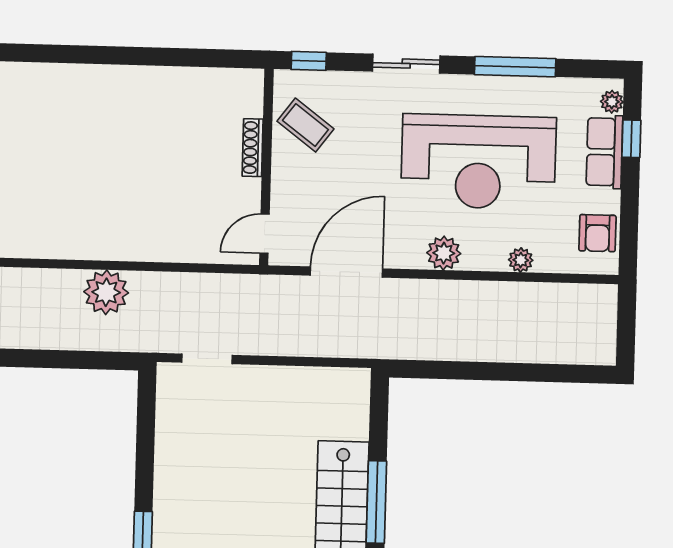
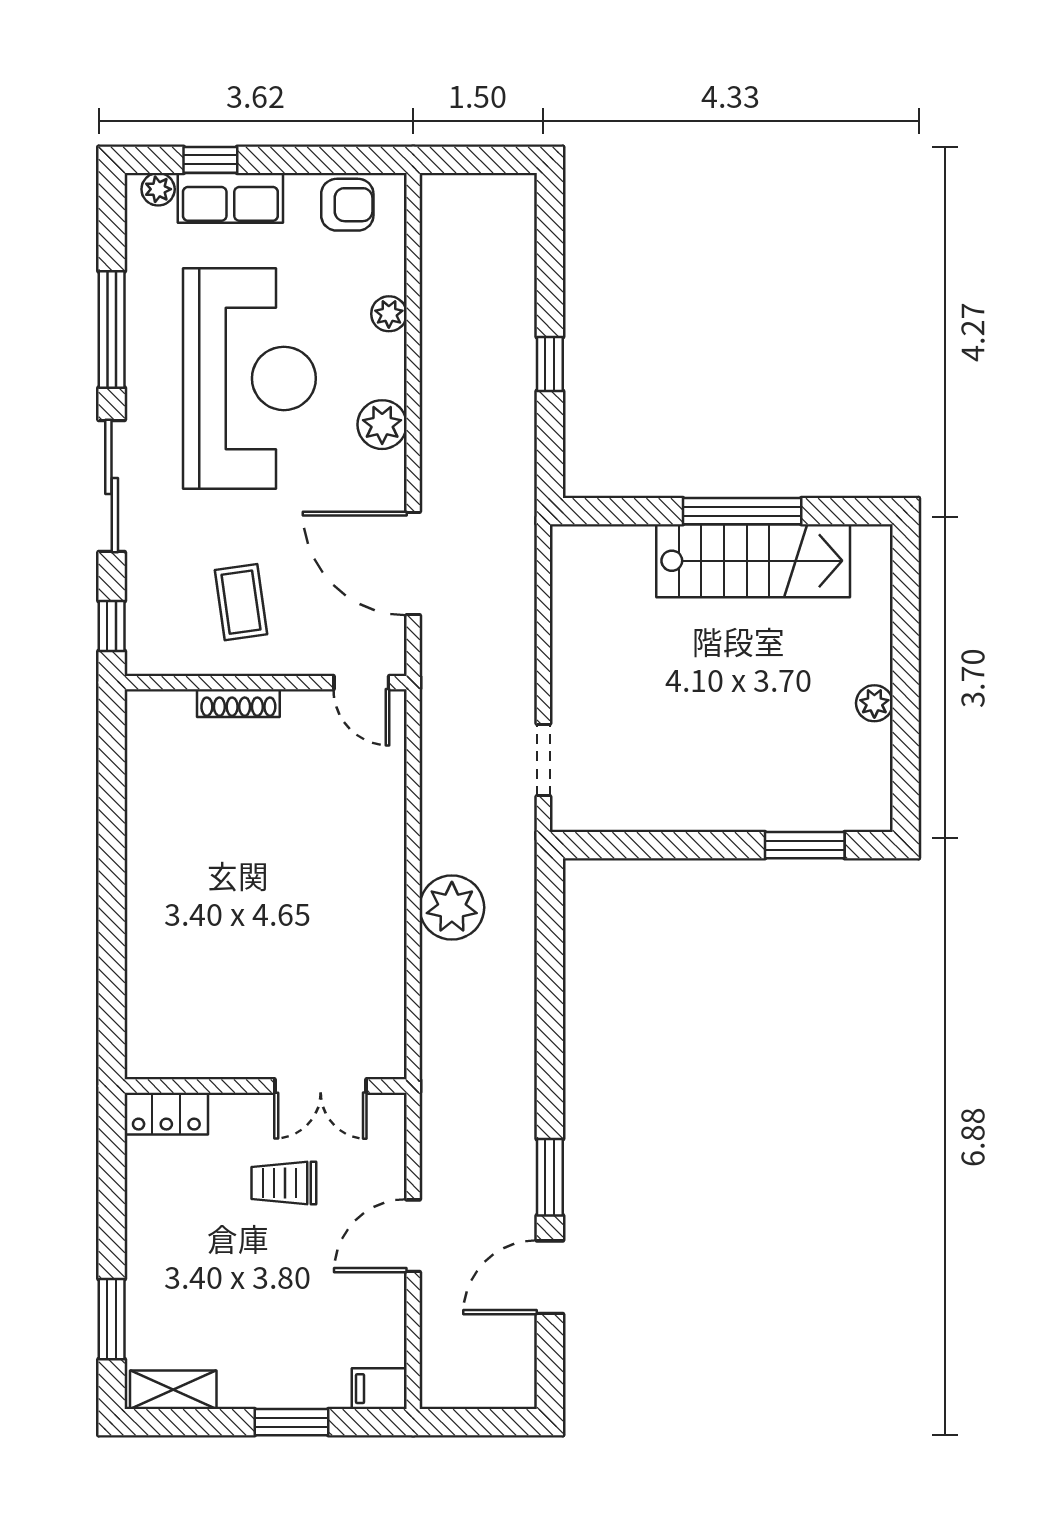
sliding door: (406, 64) -> (112, 486), width x1.37
coffee table: (305, 125) -> (241, 602), moved, turned -45
window: (483, 371) -> (550, 364), added

